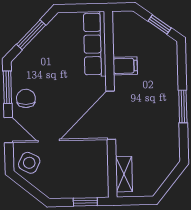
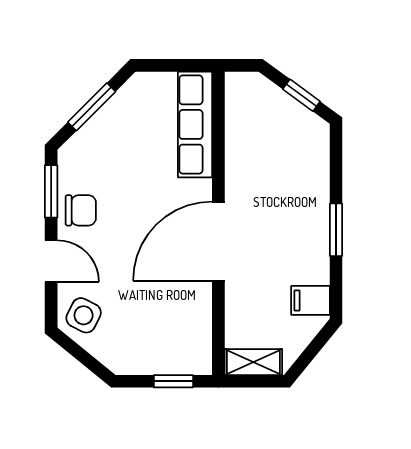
filing cabinet: (125, 66) -> (311, 300), moved, turned 180
chair: (26, 98) -> (81, 210), turned 90
shelving: (124, 174) -> (253, 362), moved, turned 90

